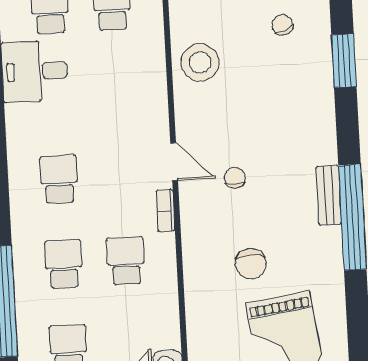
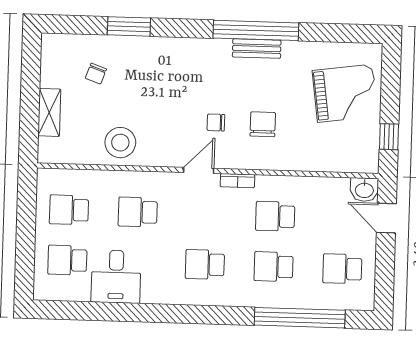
chair: (282, 25) -> (96, 74), turned -47
school desk: (116, 91) -> (138, 212), added
bench: (329, 195) -> (257, 49), moved
chair: (251, 264) -> (263, 124), moved, turned -90

